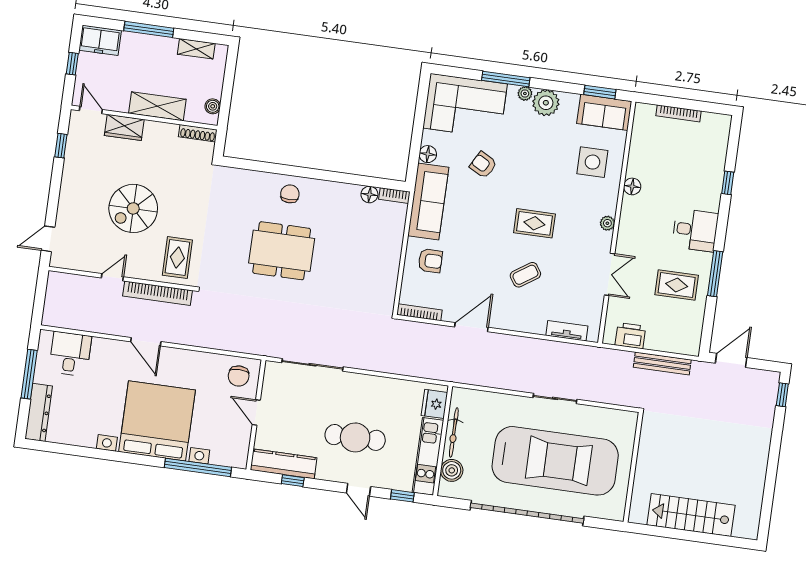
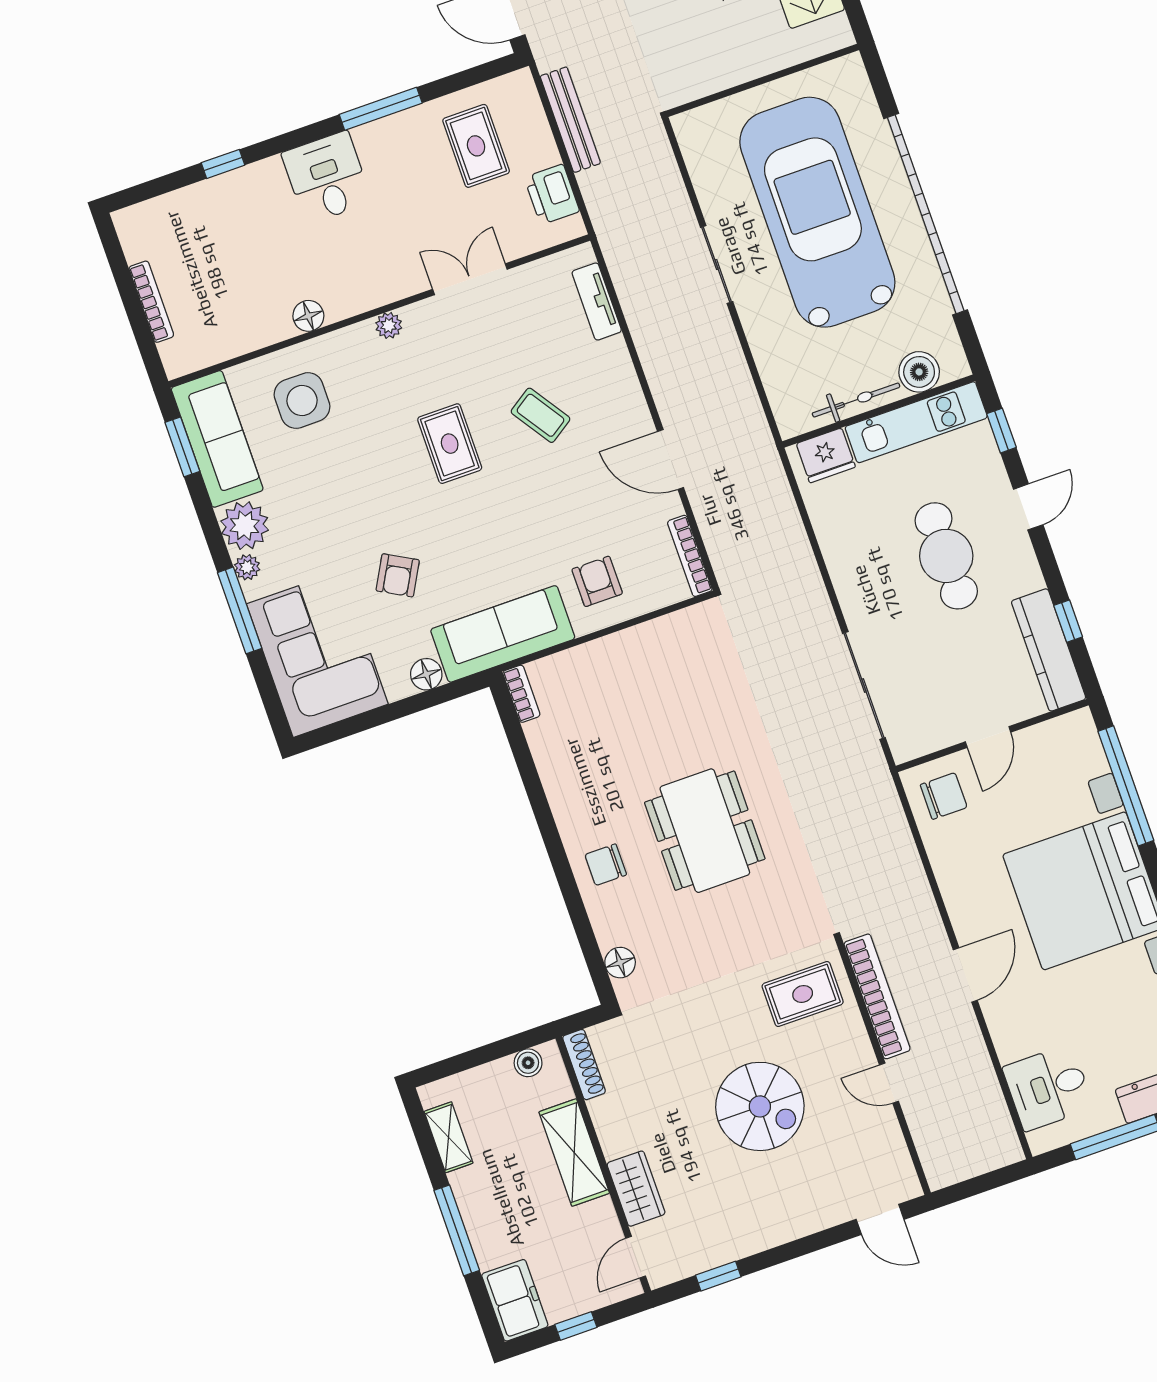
sofa: (604, 112) -> (217, 439), width x1.36
floor lamp: (369, 195) -> (620, 963), moved
rug: (677, 285) -> (476, 146), moved

